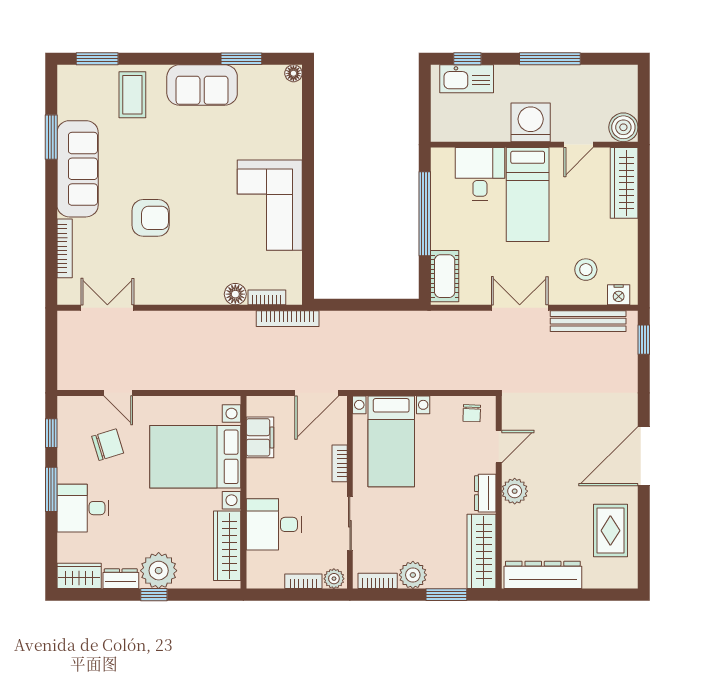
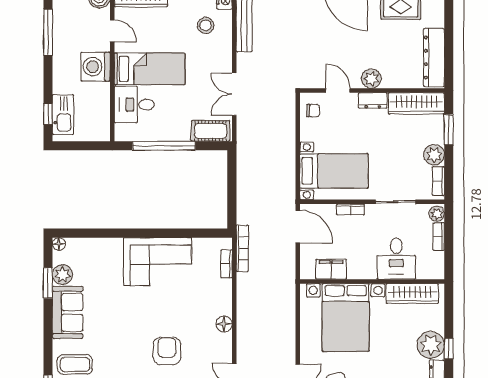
window: (550, 59) -> (48, 32), moved
plant: (252, 78) -> (62, 275), added
floor lamp: (235, 294) -> (224, 324), moved
double door: (520, 308) -> (234, 94), moved

